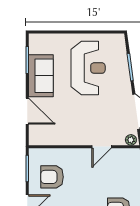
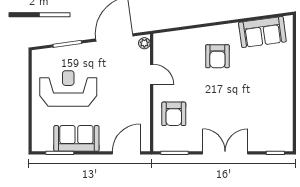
door: (27, 111) -> (126, 153), moved
armchair: (52, 177) -> (174, 114), moved

